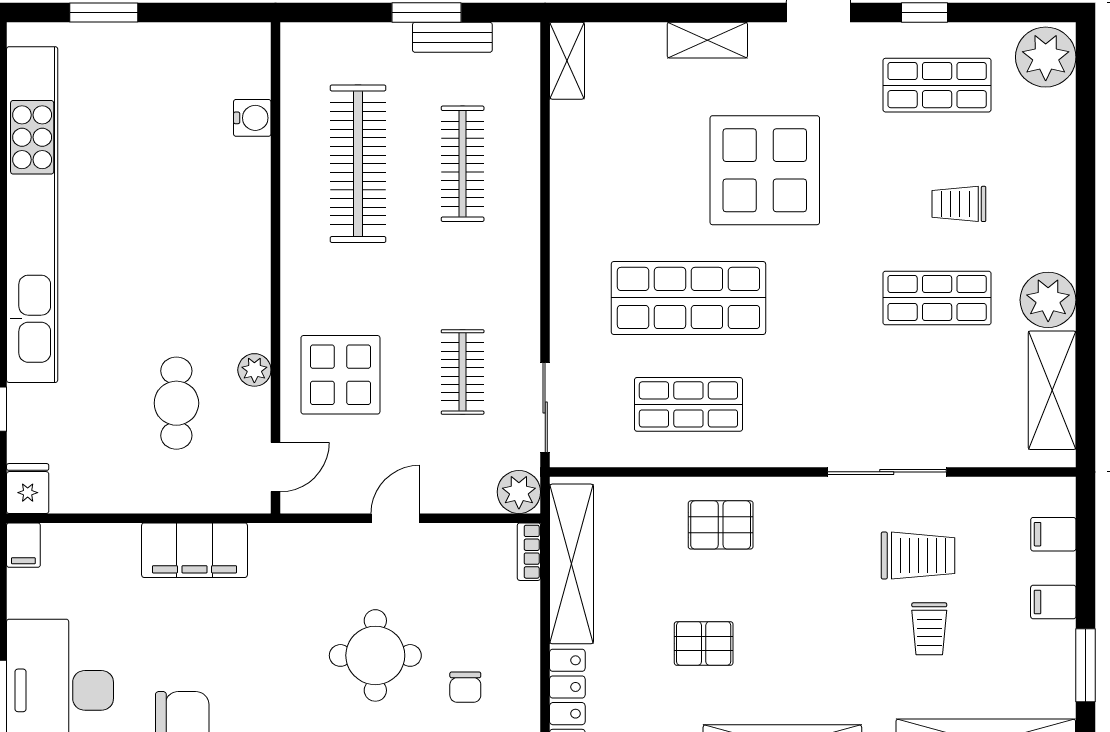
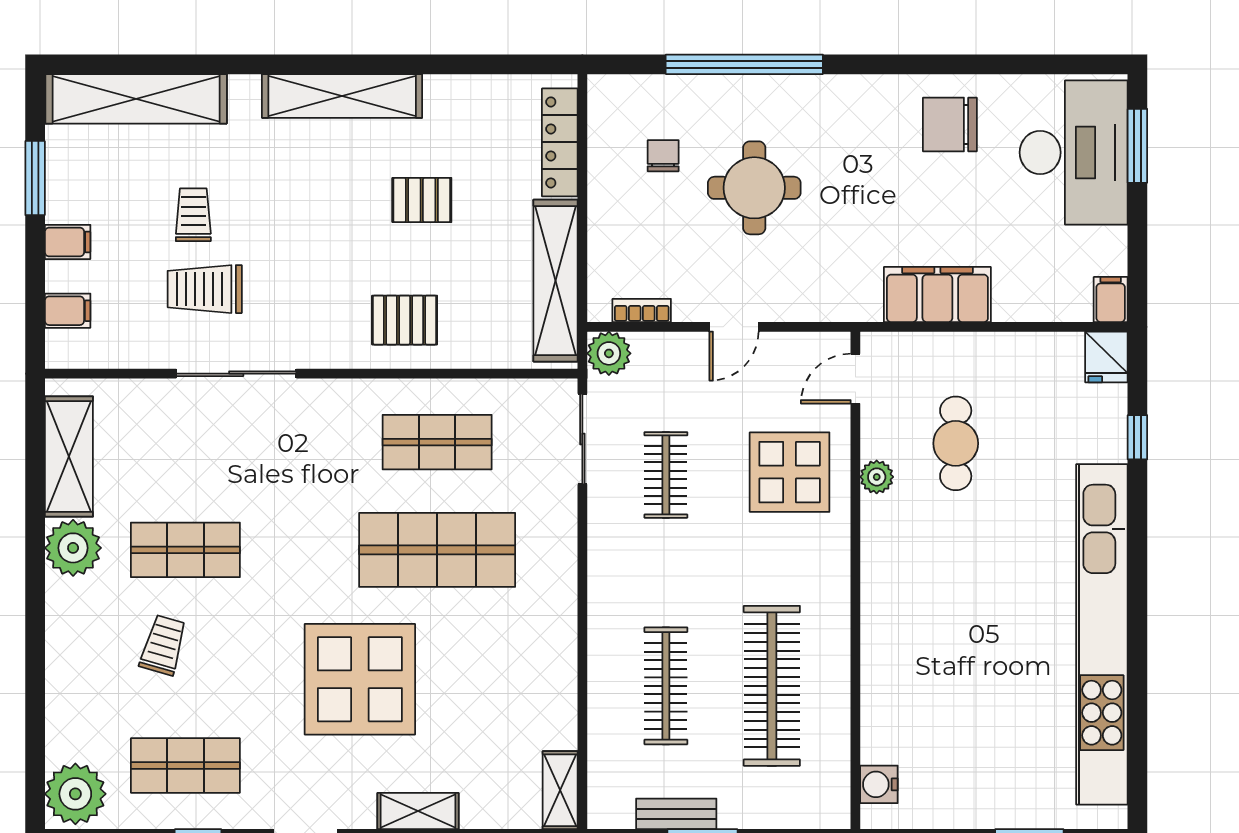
water cooler: (252, 118) -> (879, 784), moved
trolley: (959, 204) -> (163, 645), turned -74
bookcase: (529, 552) -> (642, 310), moved, turned -90

